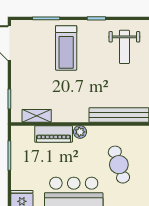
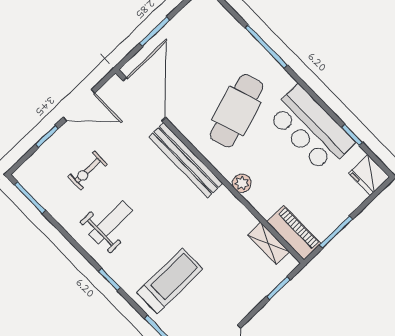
piano: (54, 134) -> (294, 233), moved
cafe table: (119, 165) -> (237, 111), width x1.37, depth x1.35

